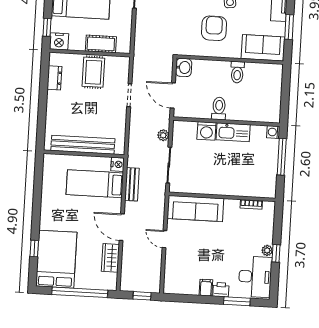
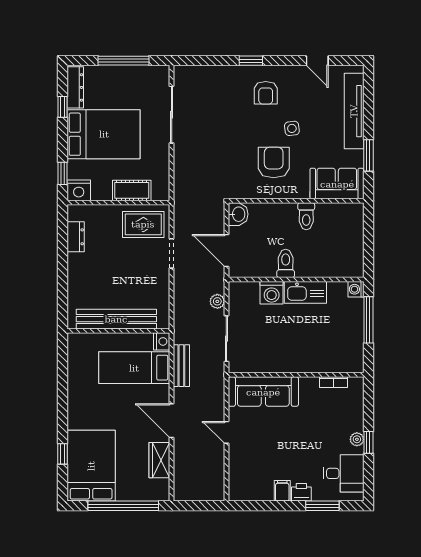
rug: (93, 72) -> (143, 224), moved, turned 90
desk: (255, 277) -> (344, 473), width x0.73
window: (142, 296) -> (202, 506), removed

